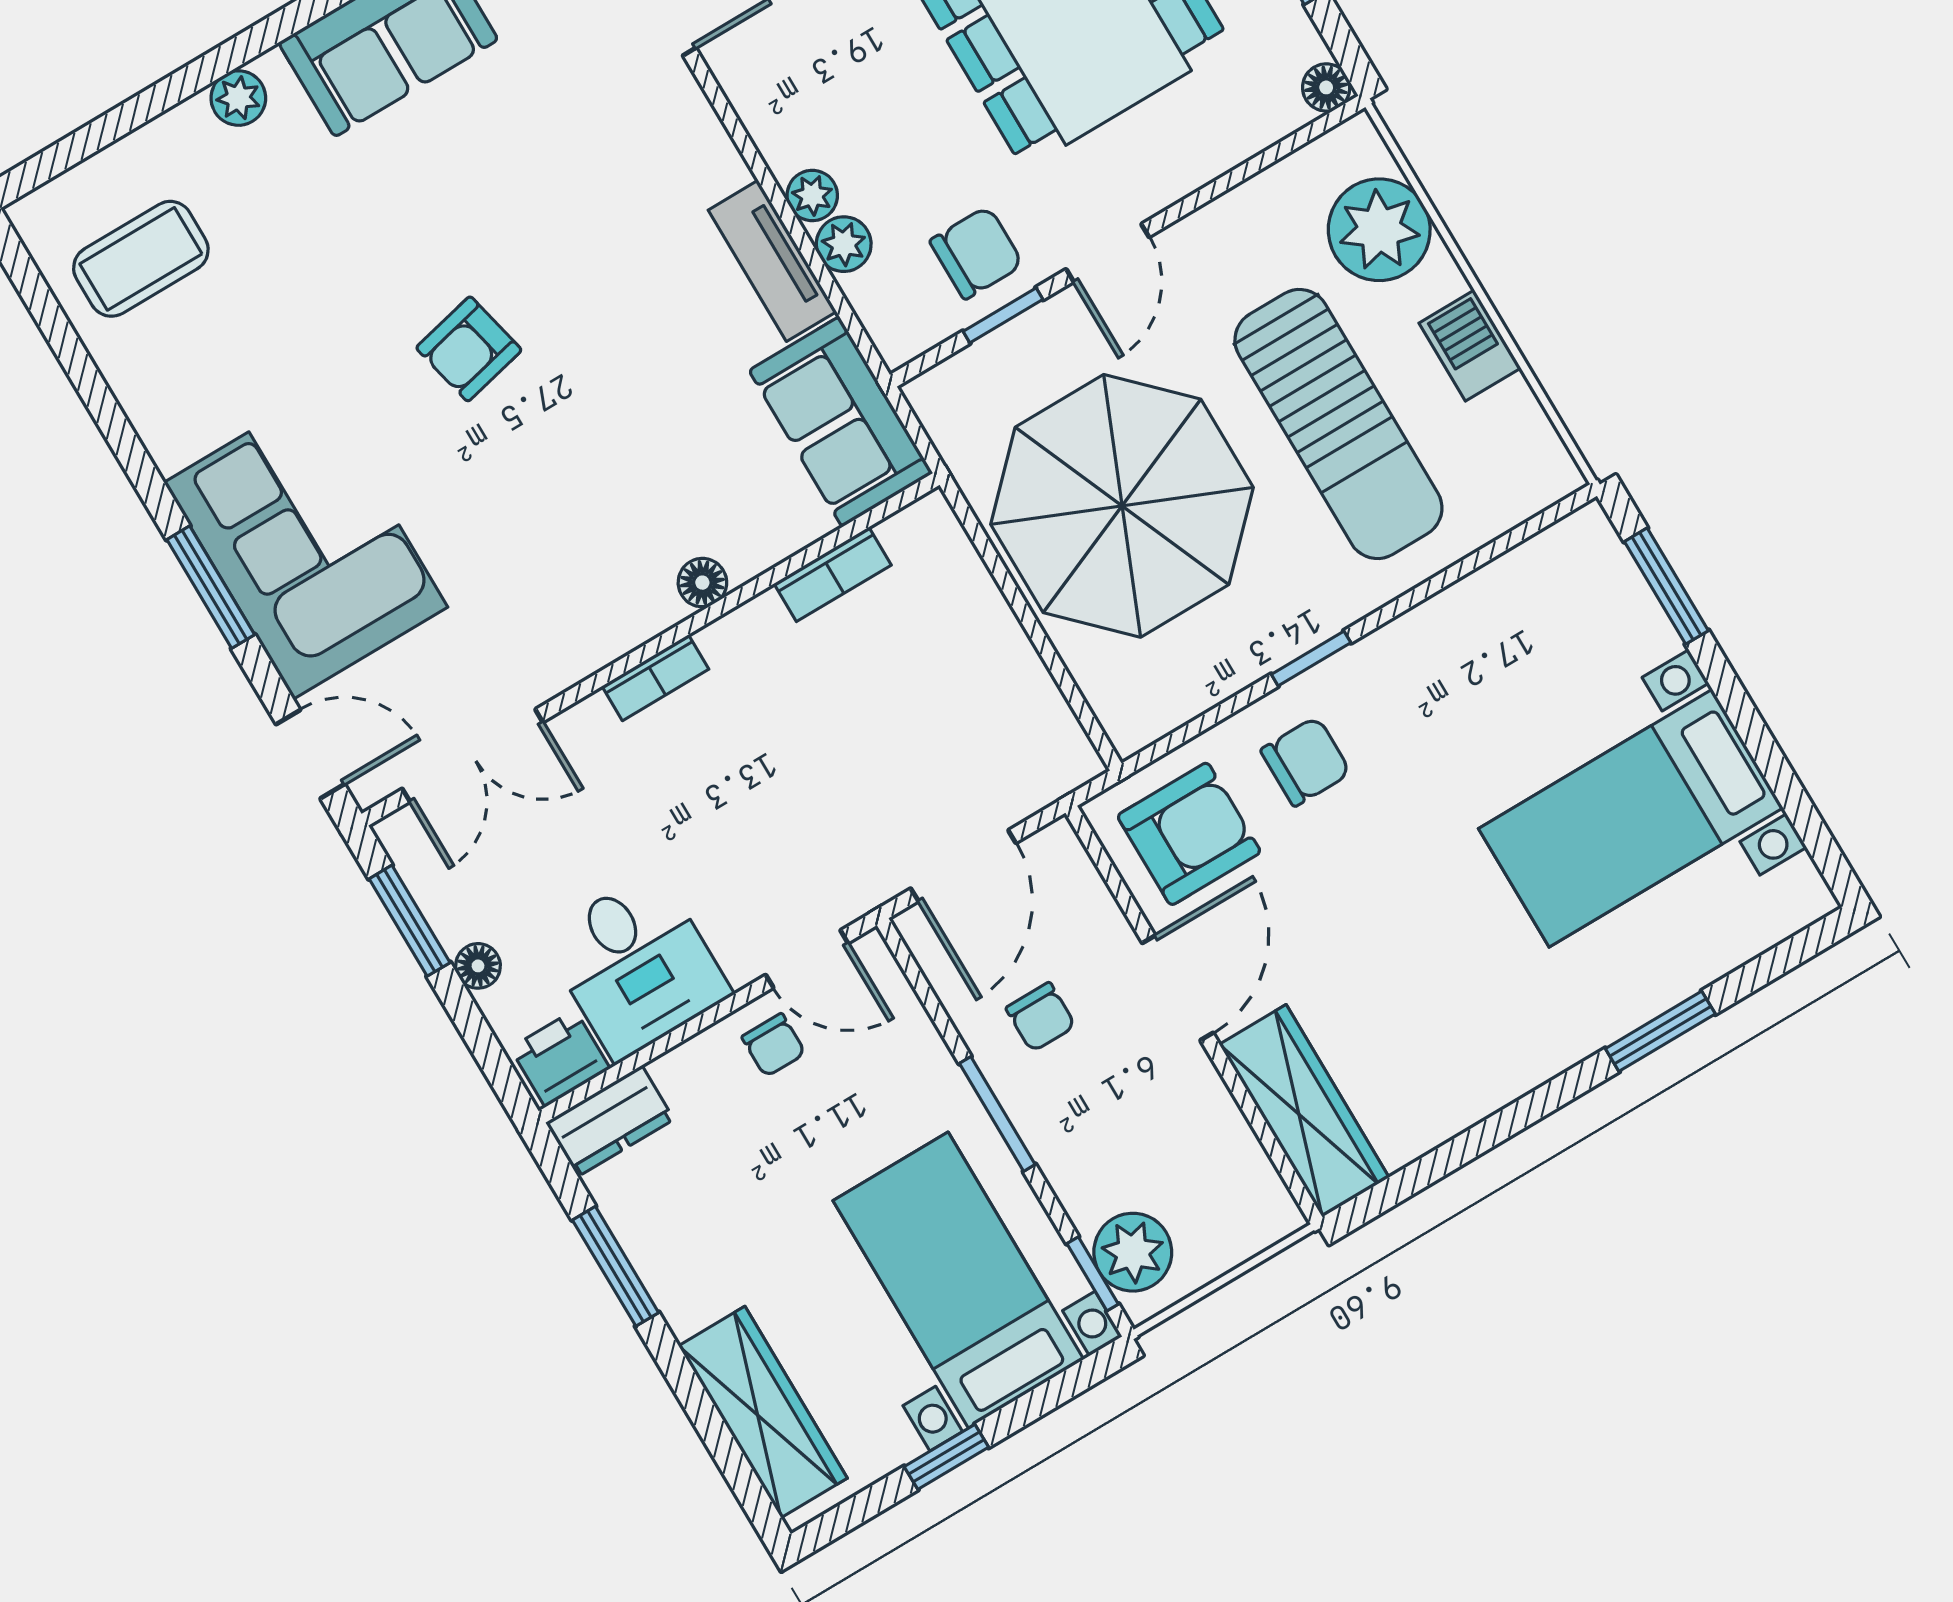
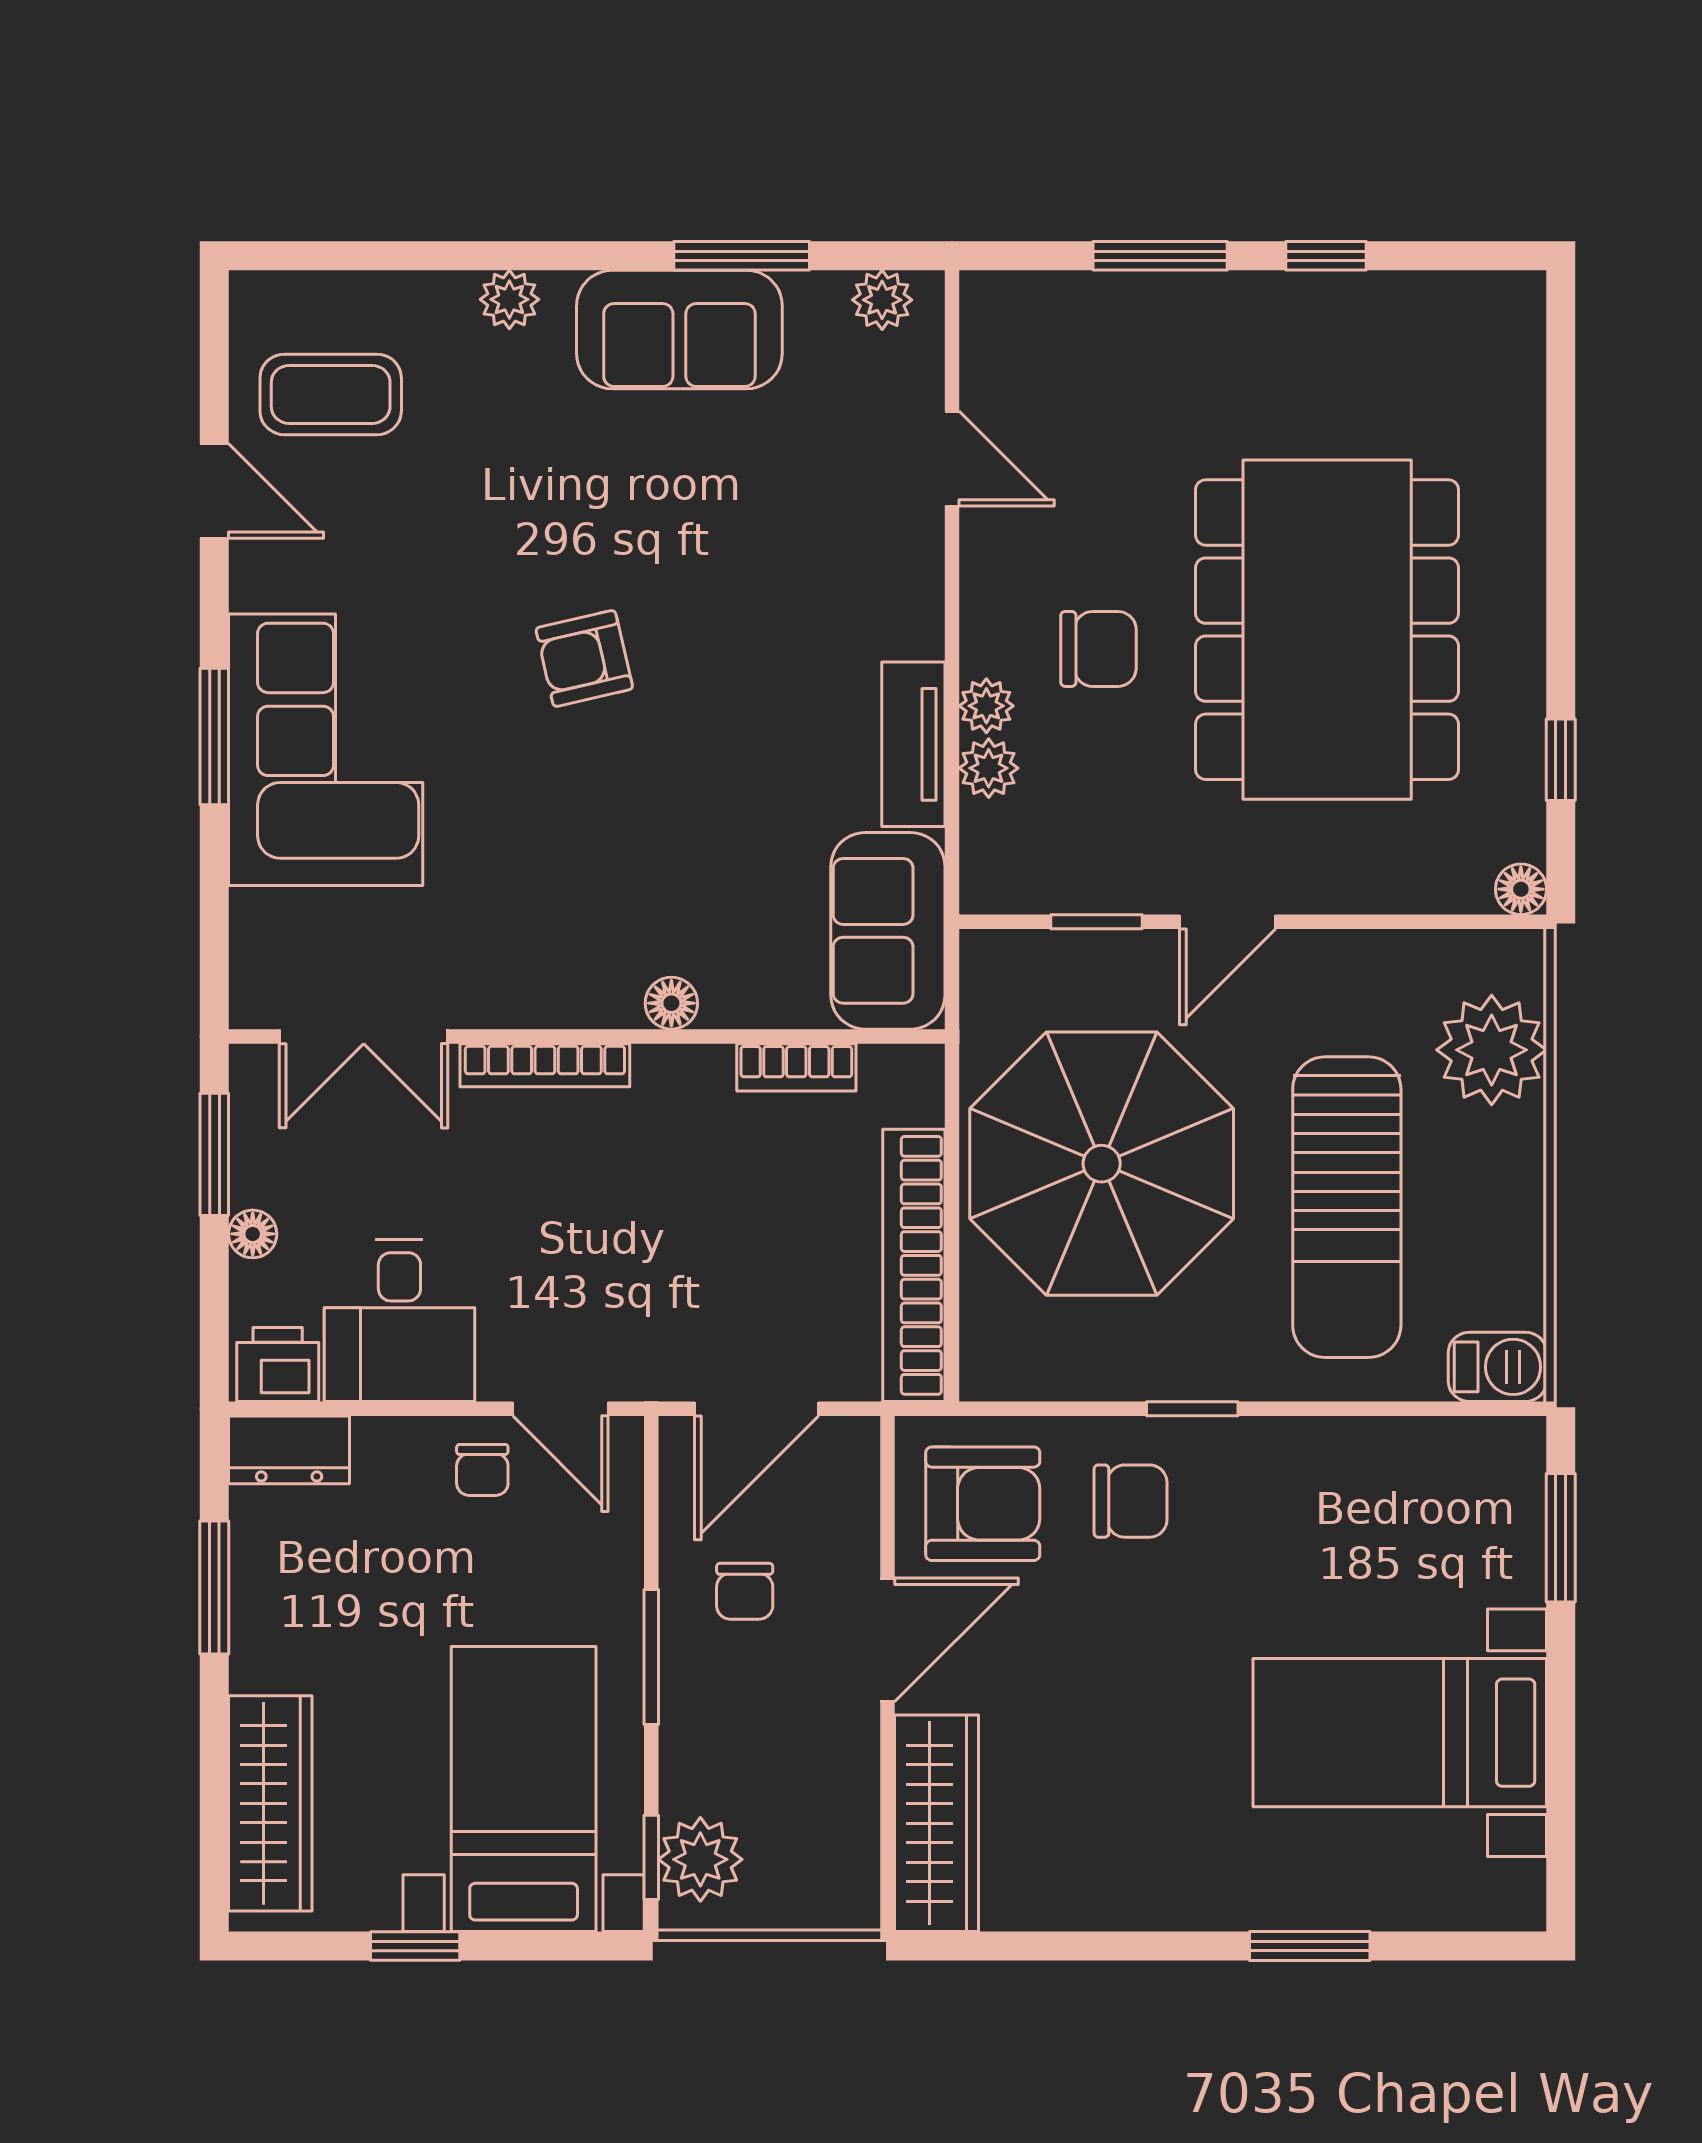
chair: (976, 253) -> (1098, 649), moved
barbecue: (1470, 346) -> (1497, 1367), moved, turned 90
bookcase: (1021, 676) -> (914, 1265), added
bookcase: (655, 678) -> (545, 1065), width x1.56
door: (310, 754) -> (214, 491), moved

